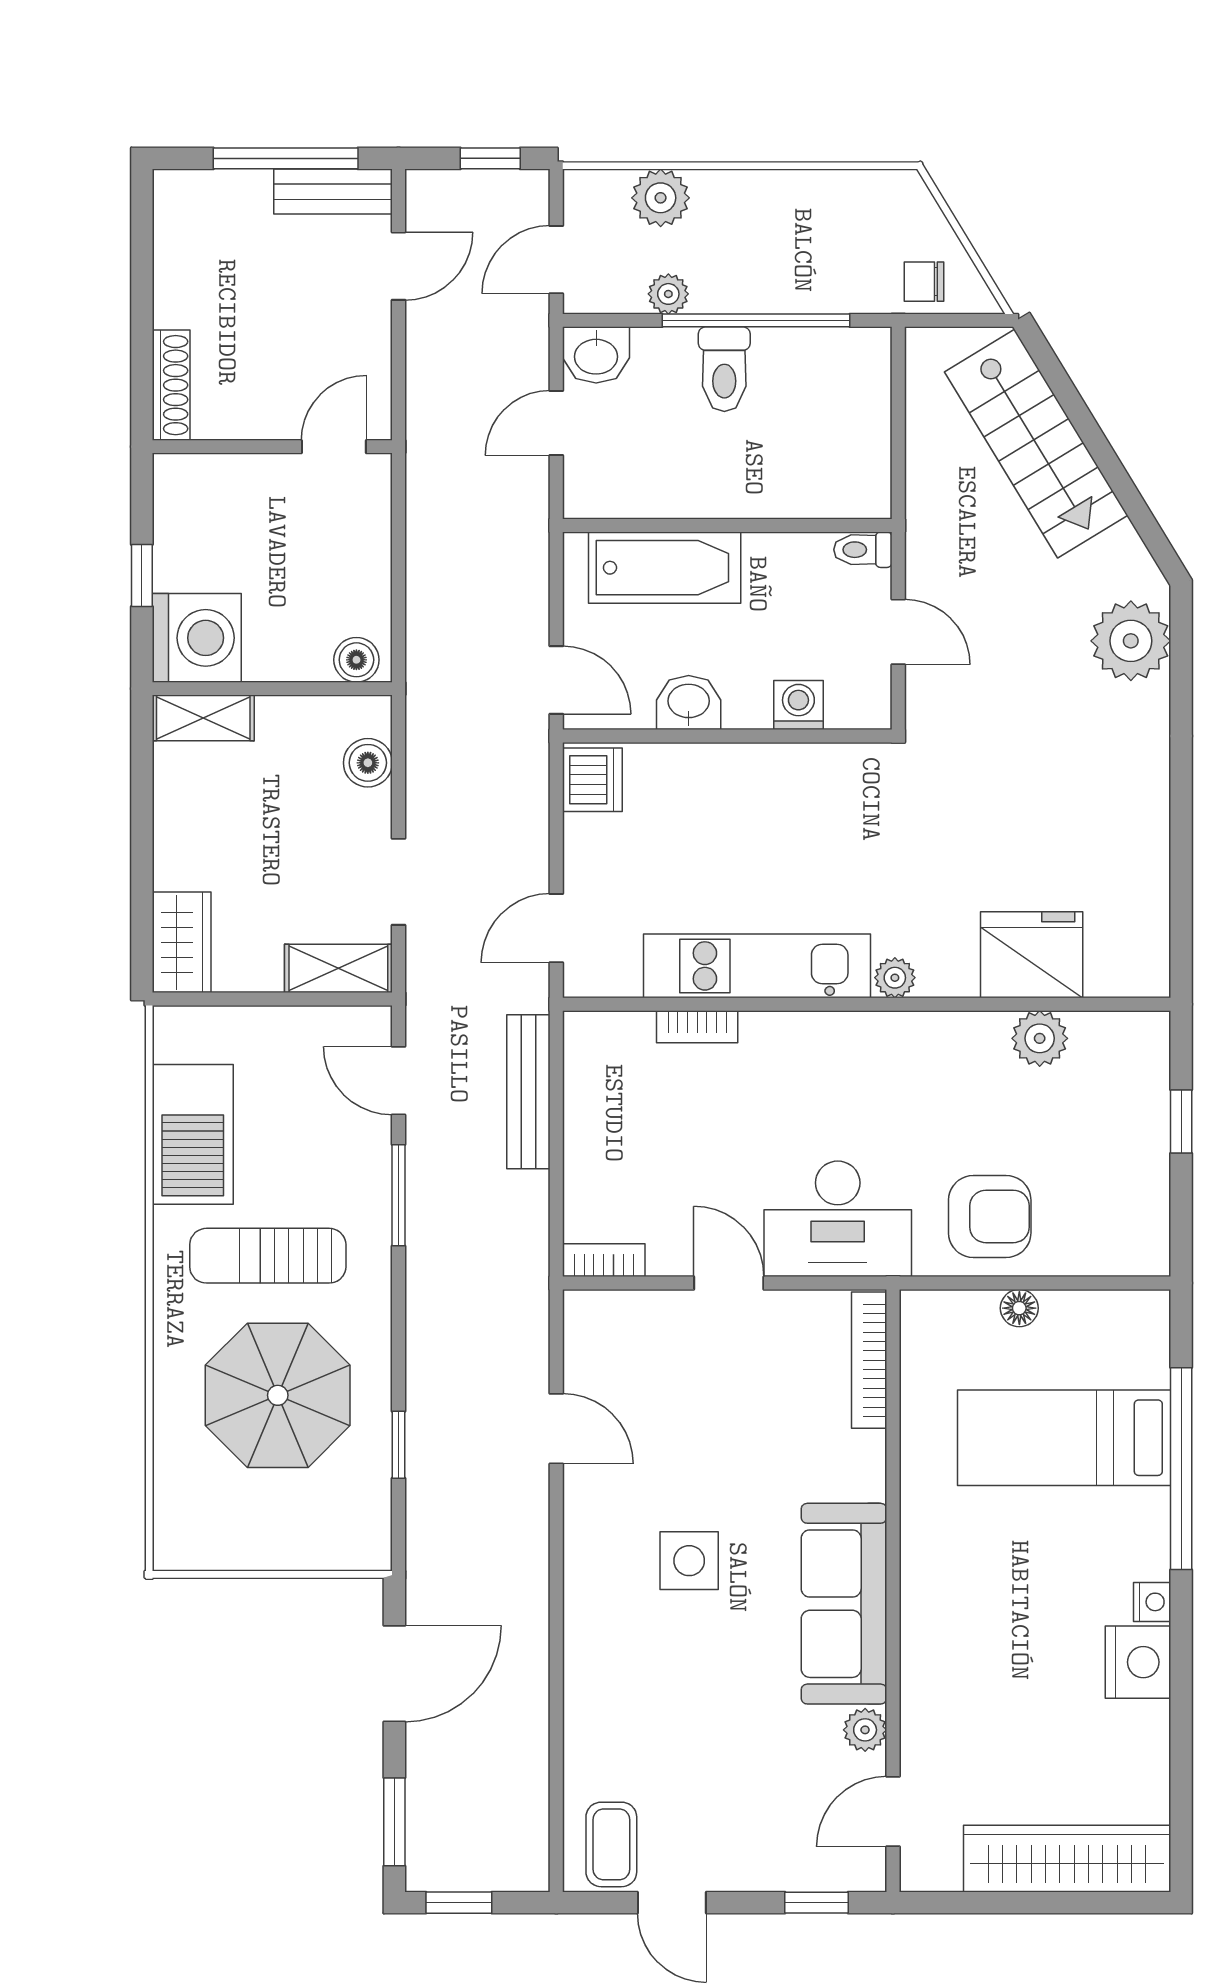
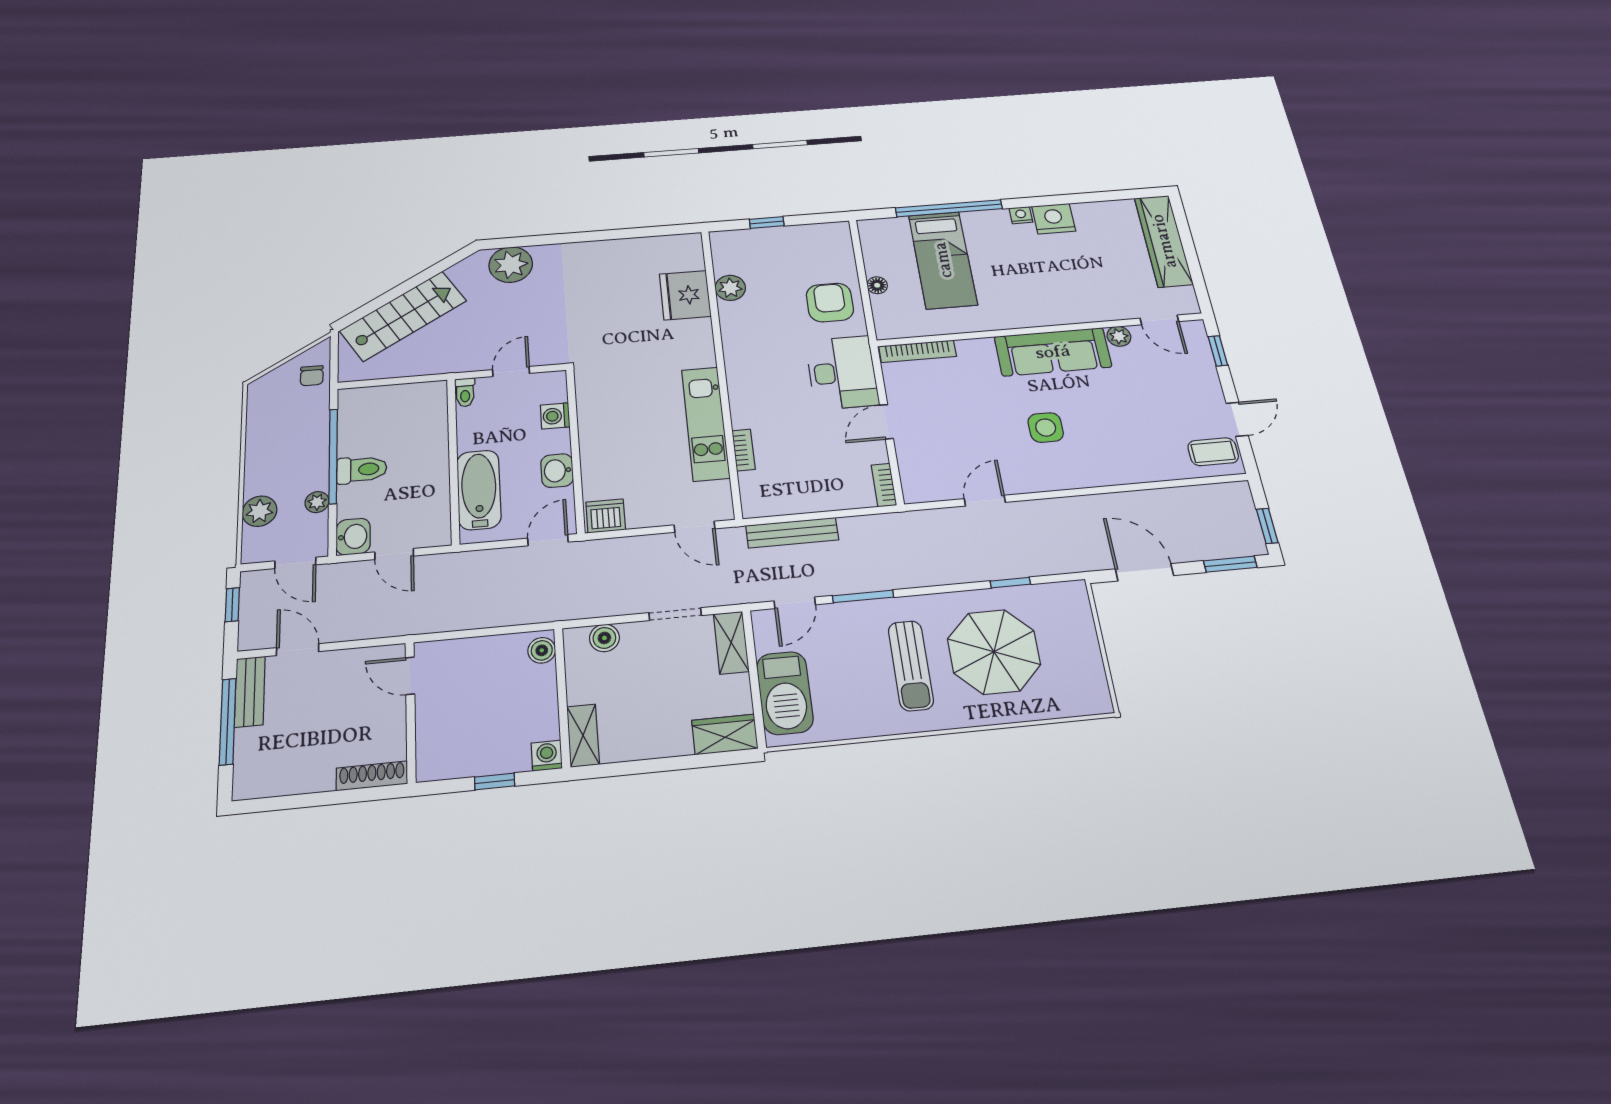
washing machine: (197, 638) -> (547, 756), width x0.53, depth x0.53
plant: (895, 978) -> (705, 357), removed
barbecue: (193, 1134) -> (785, 693), moved, turned 90

